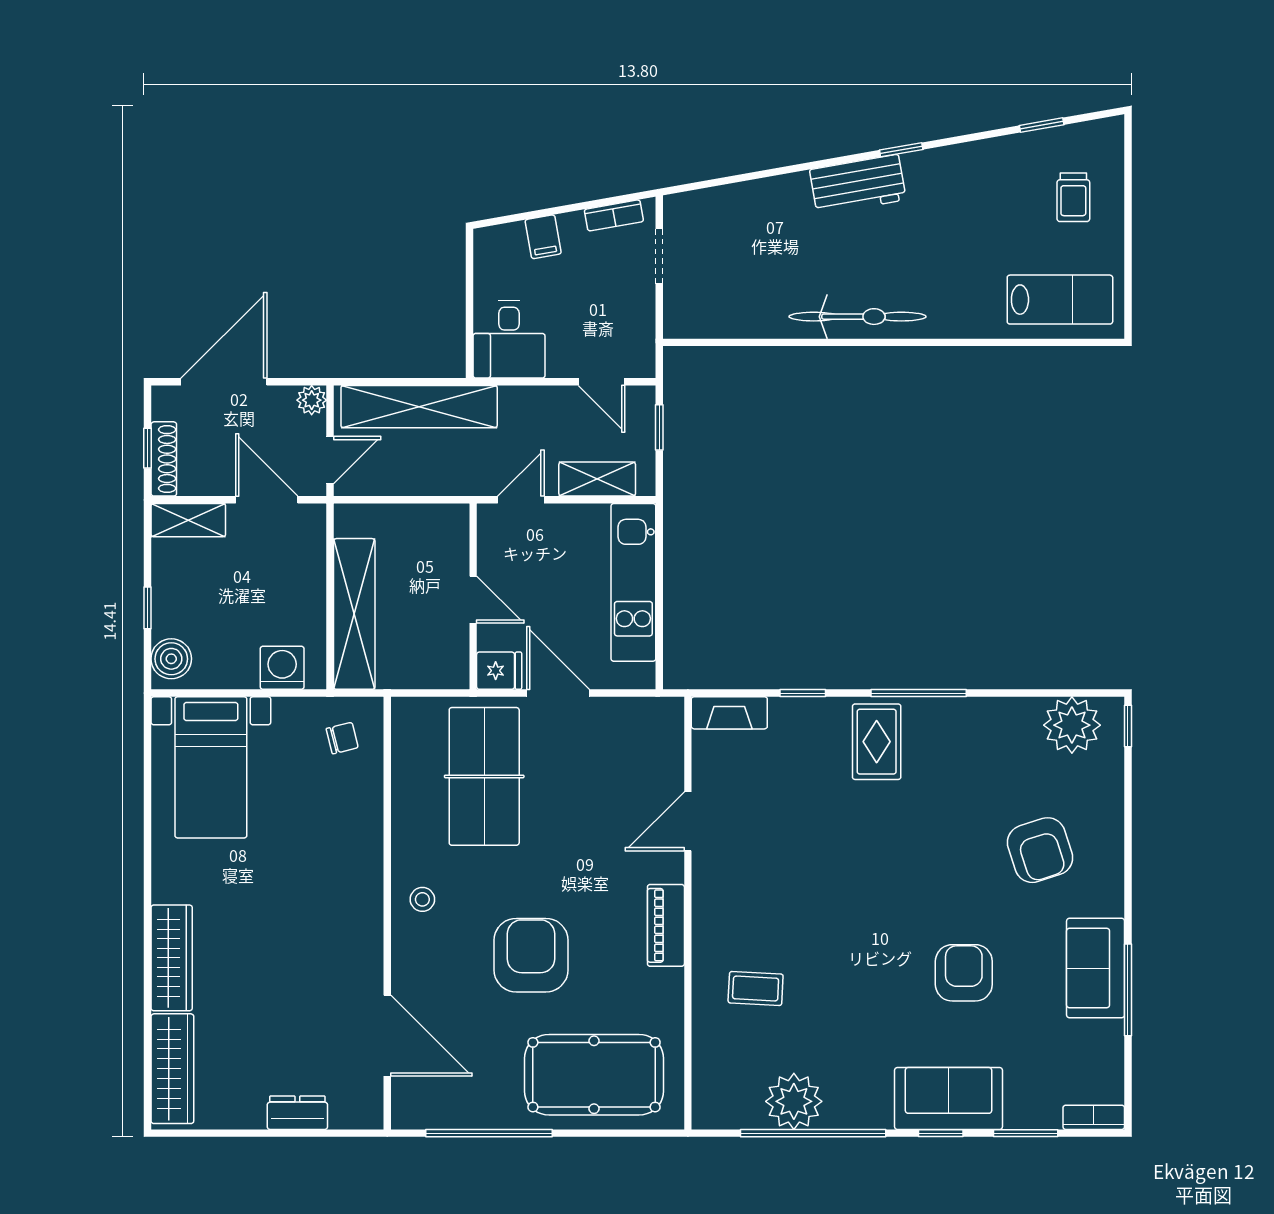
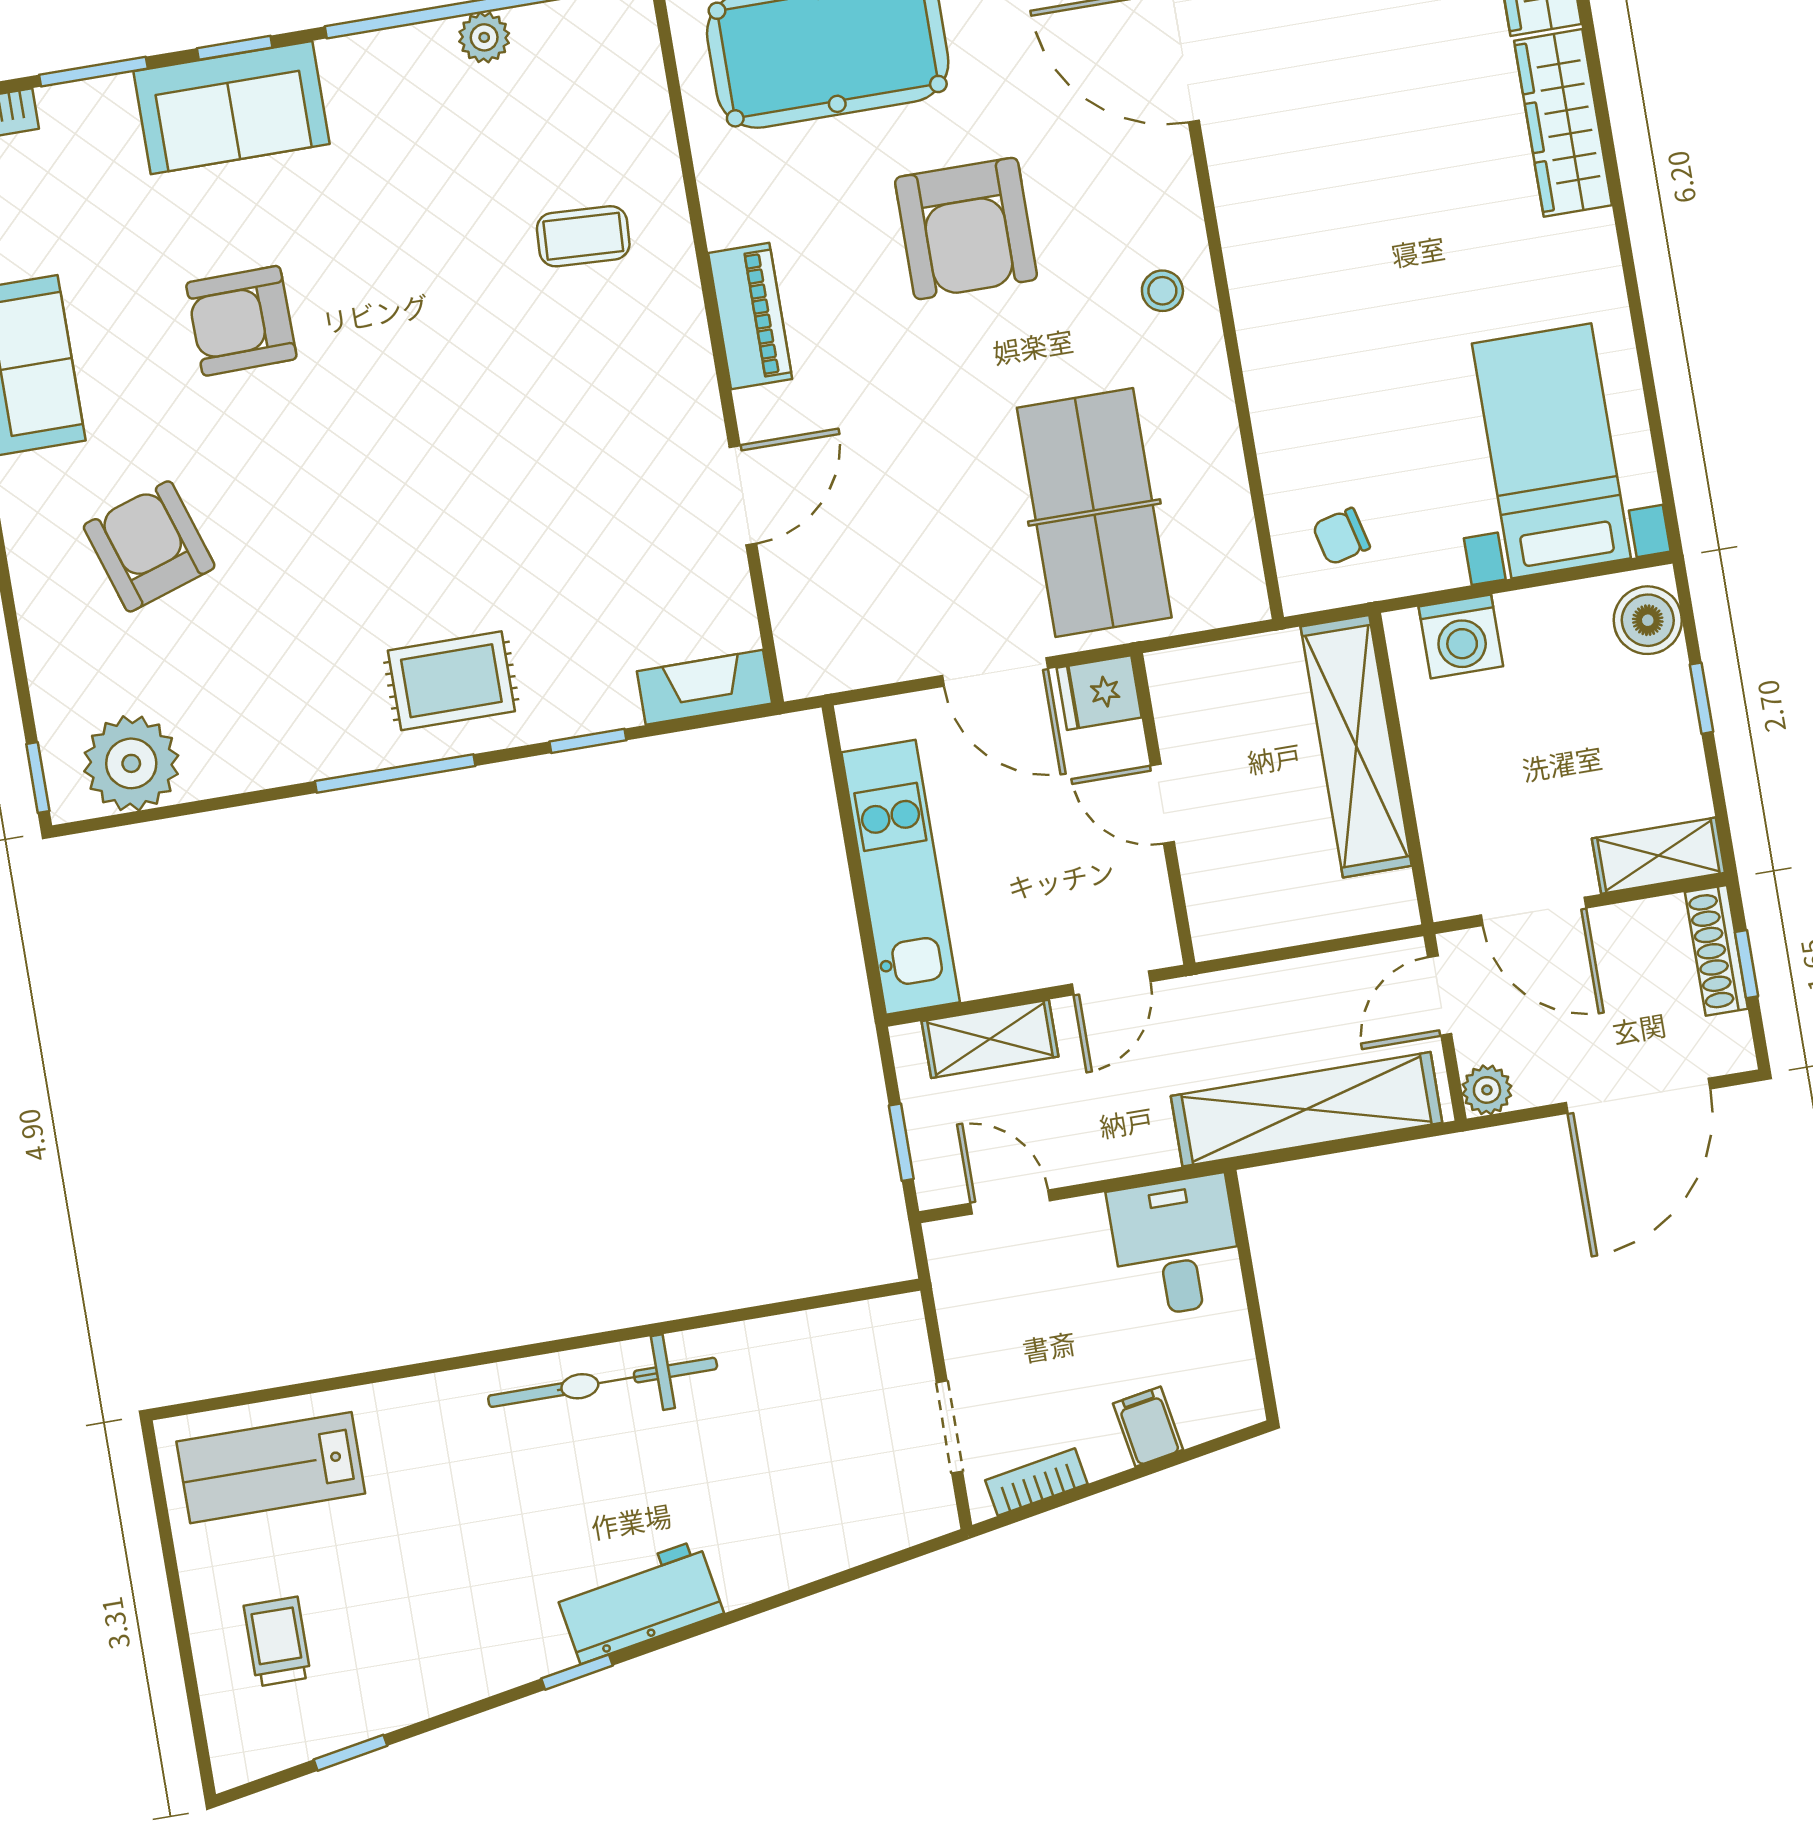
rug: (877, 742) -> (451, 681), turned 90
armchair: (964, 973) -> (241, 321), turned 89
plant: (794, 1101) -> (484, 37), width x0.53, depth x0.53

